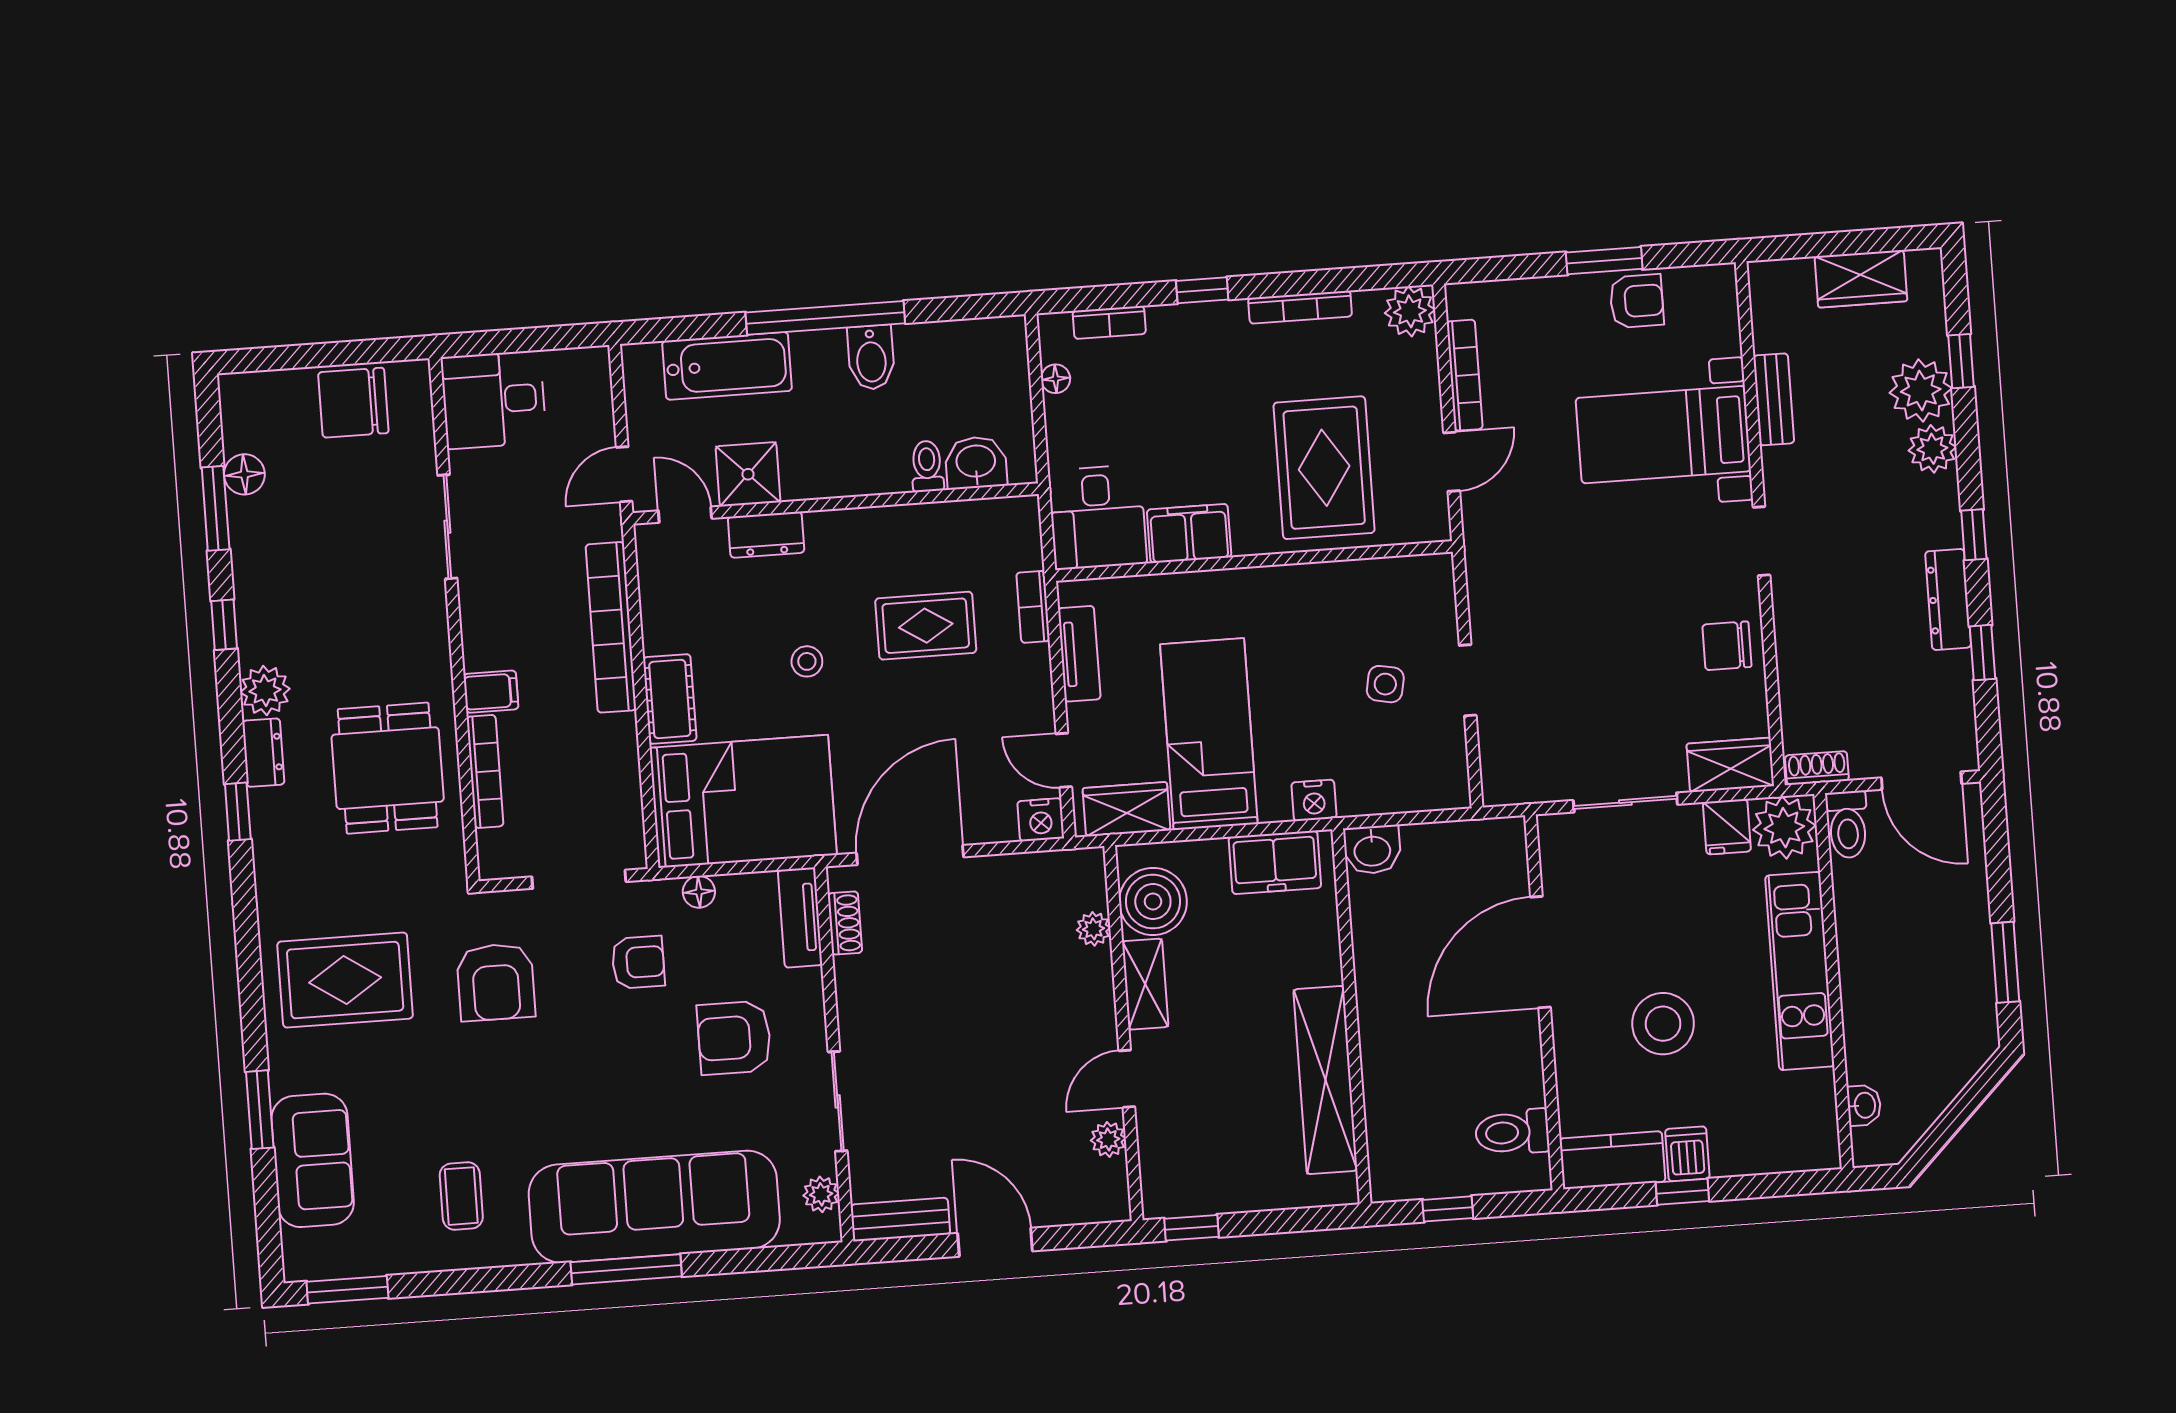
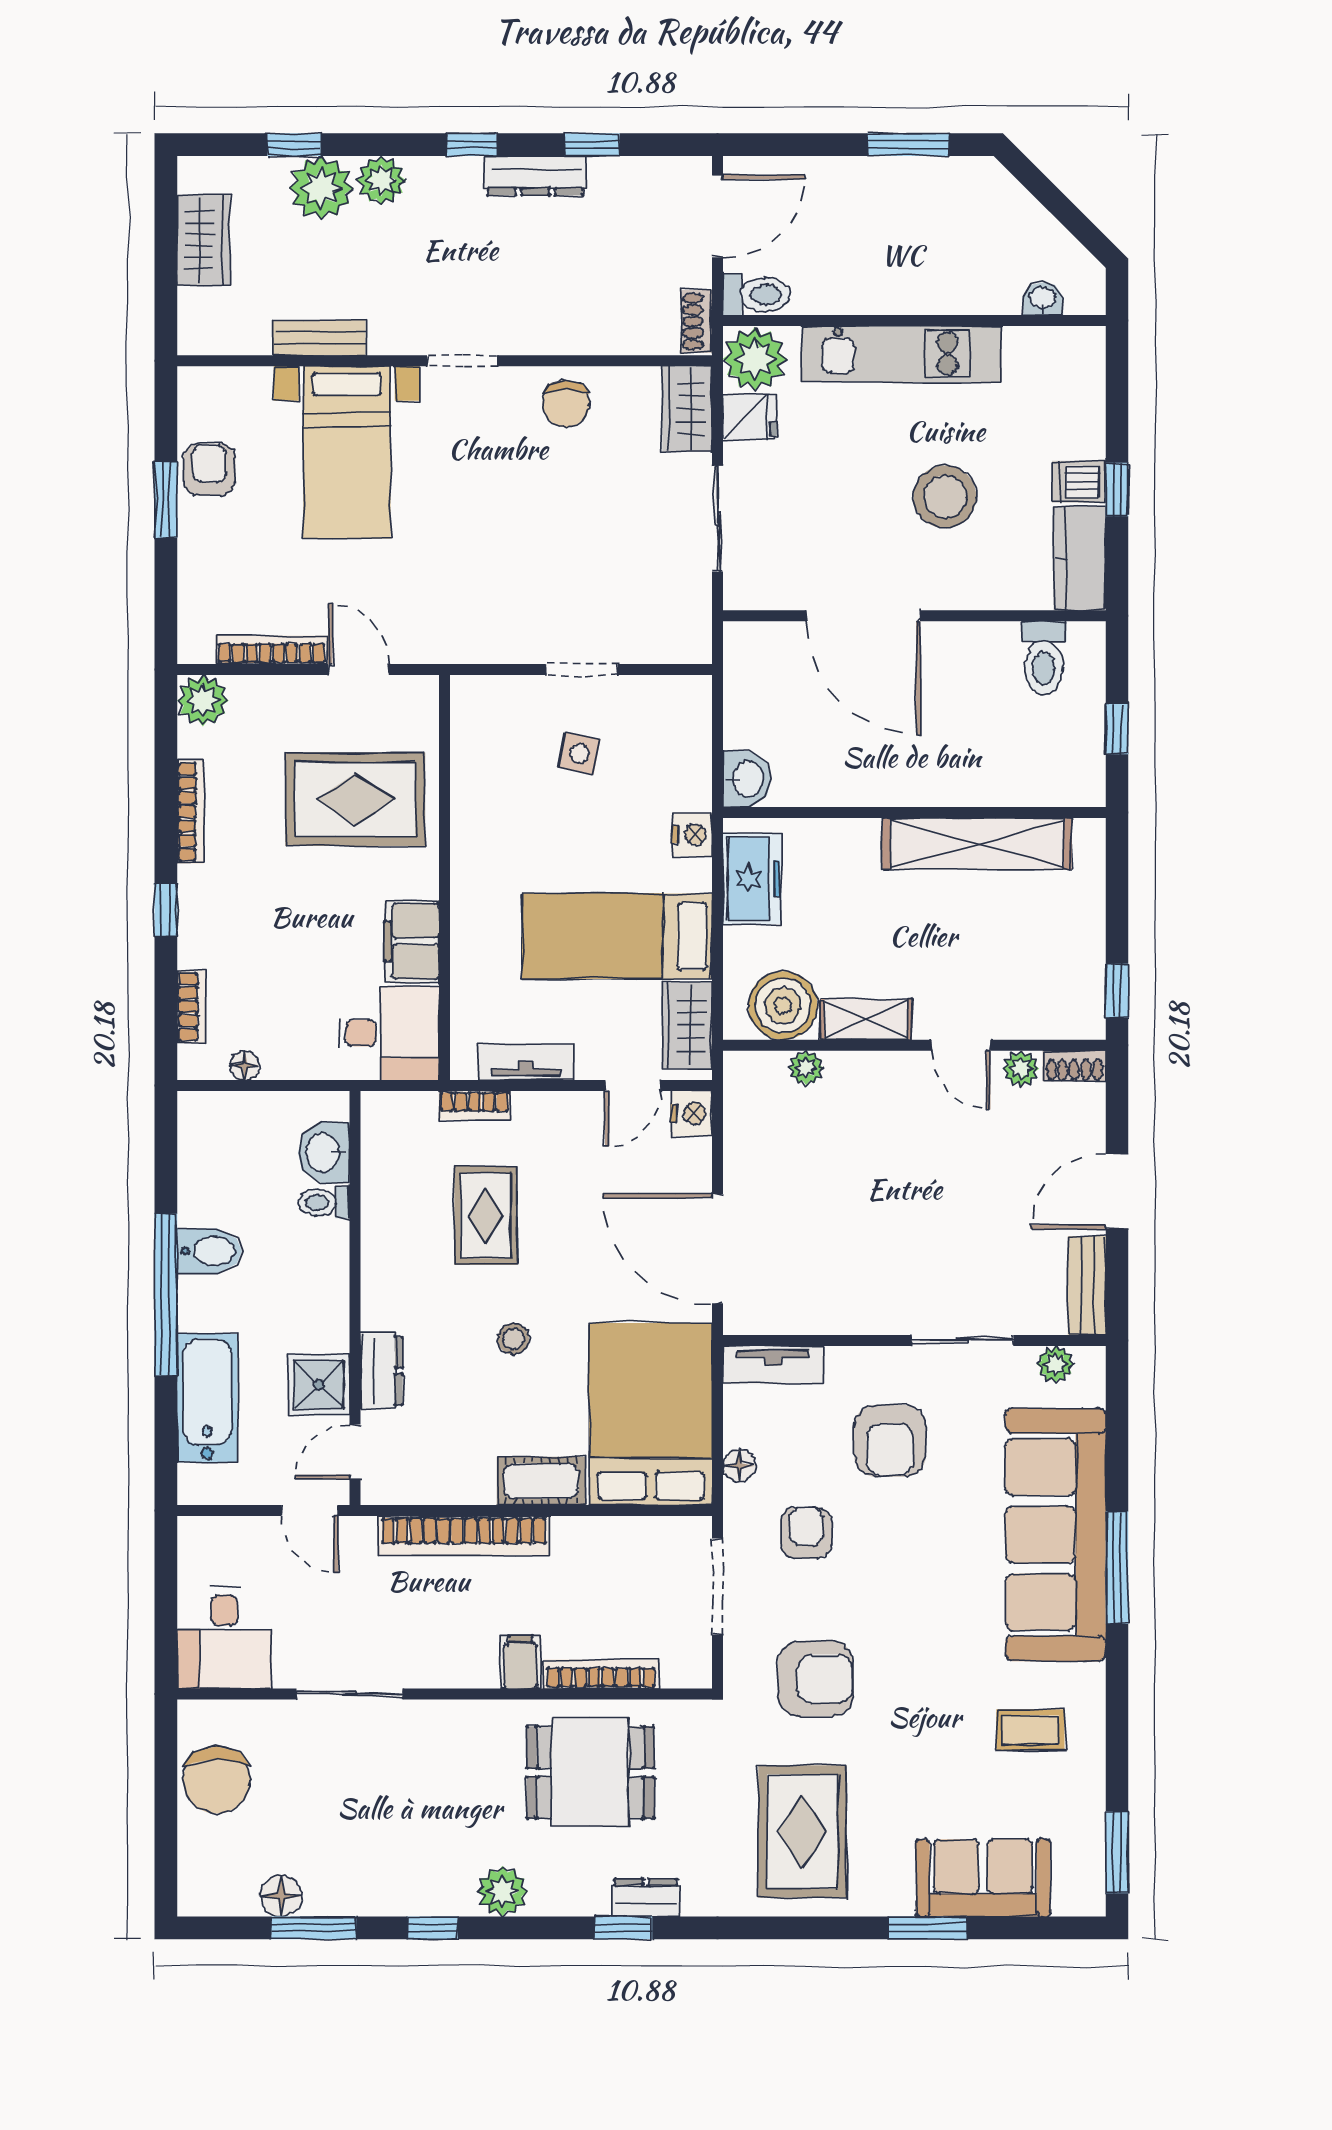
dresser: (263, 753) -> (646, 1898), moved
shoe rack: (845, 923) -> (1074, 1066), moved, turned 180

